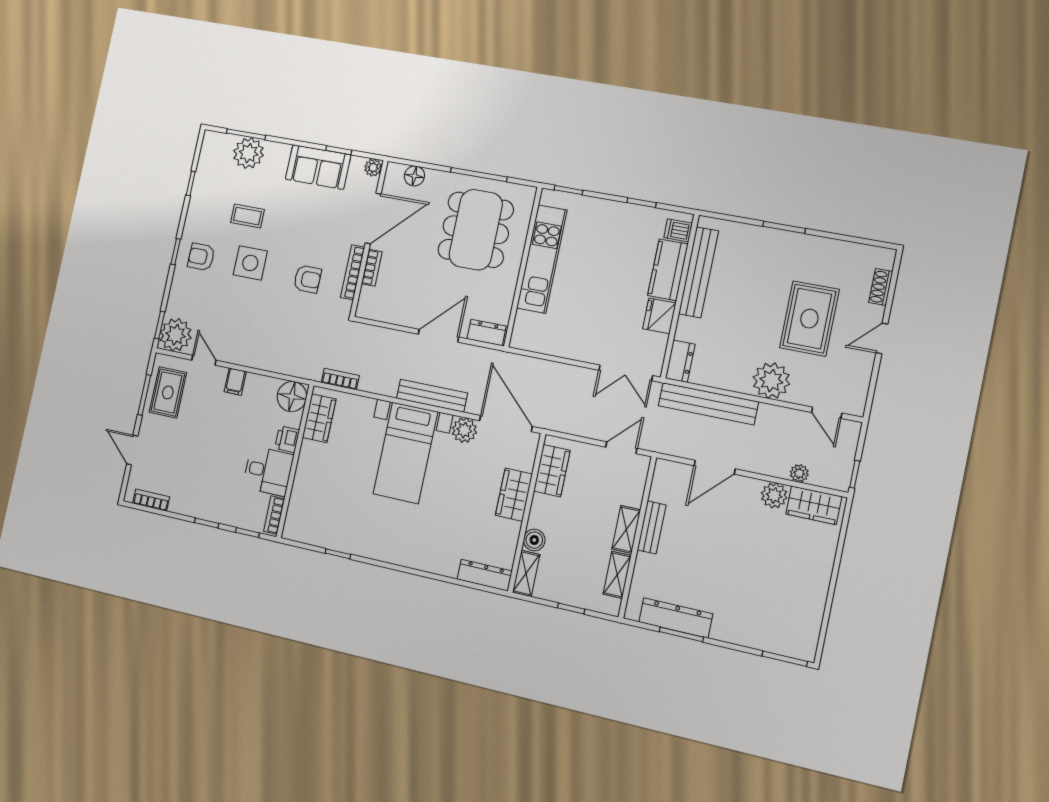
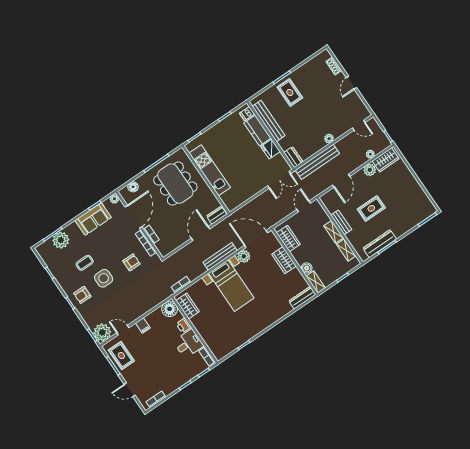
rug: (809, 319) -> (290, 92), moved, width x0.73, depth x0.70
plant: (771, 381) -> (329, 139), width x0.53, depth x0.53
rug: (717, 554) -> (371, 208), added

